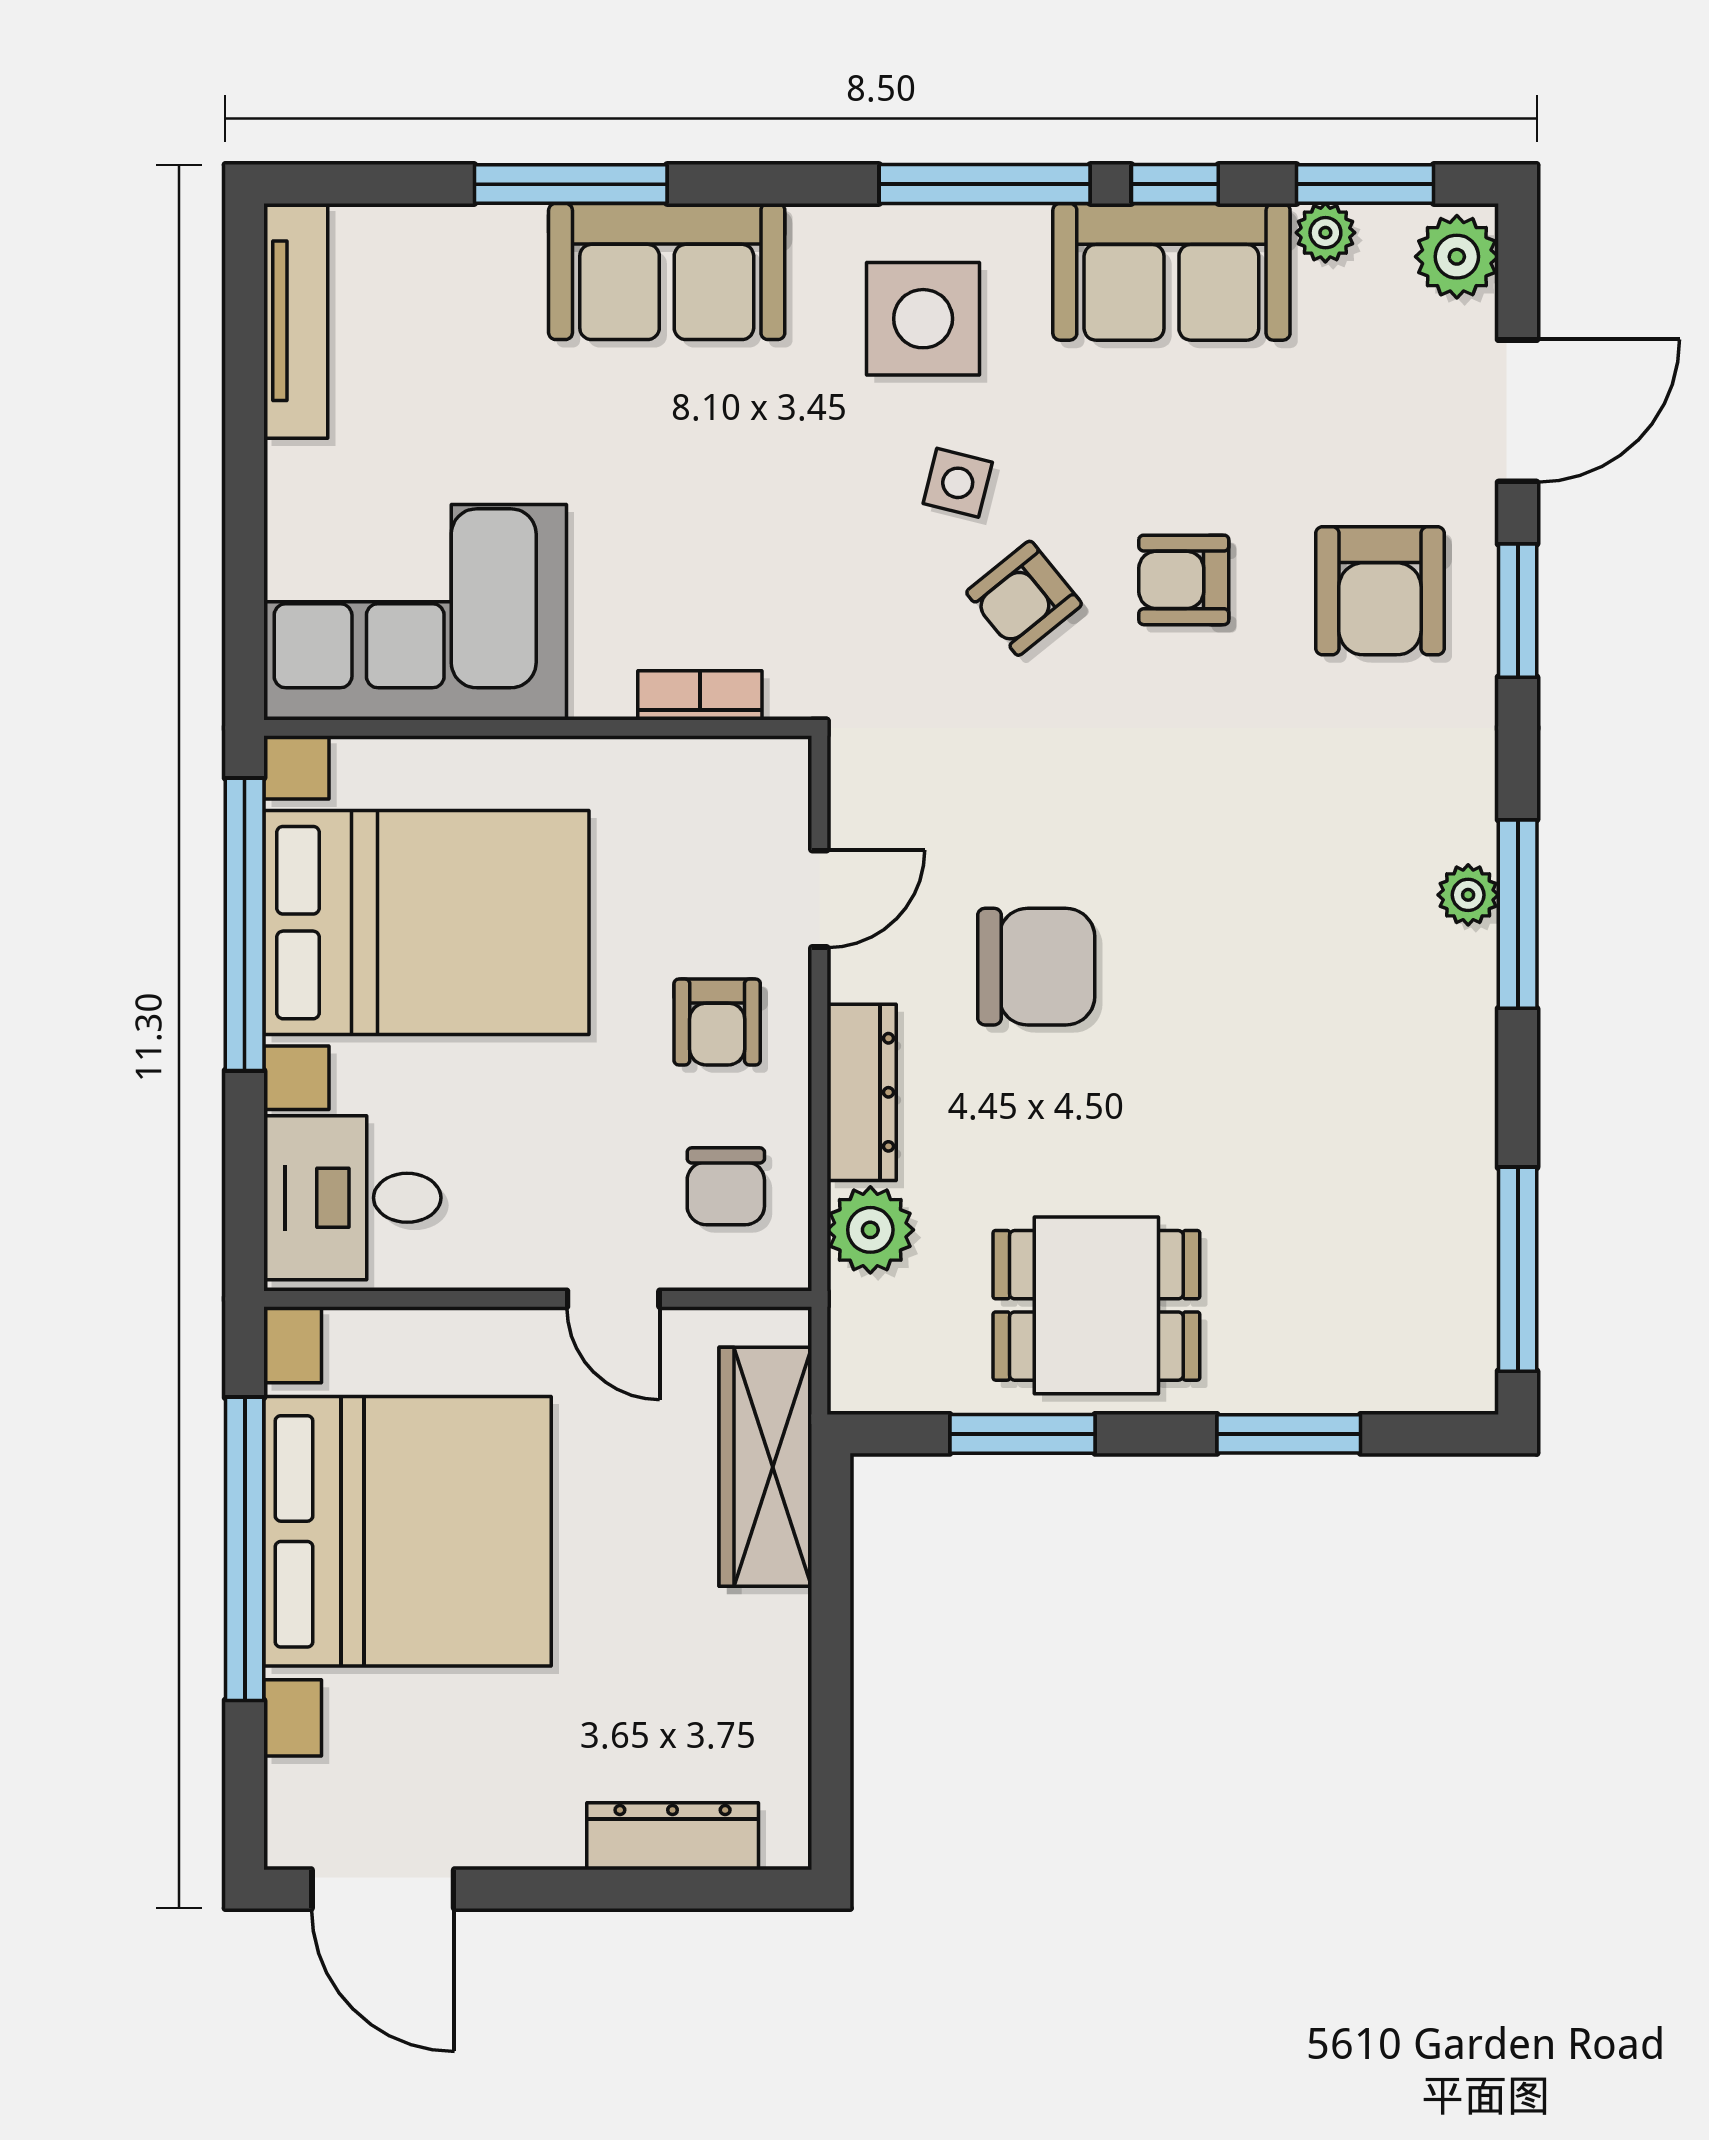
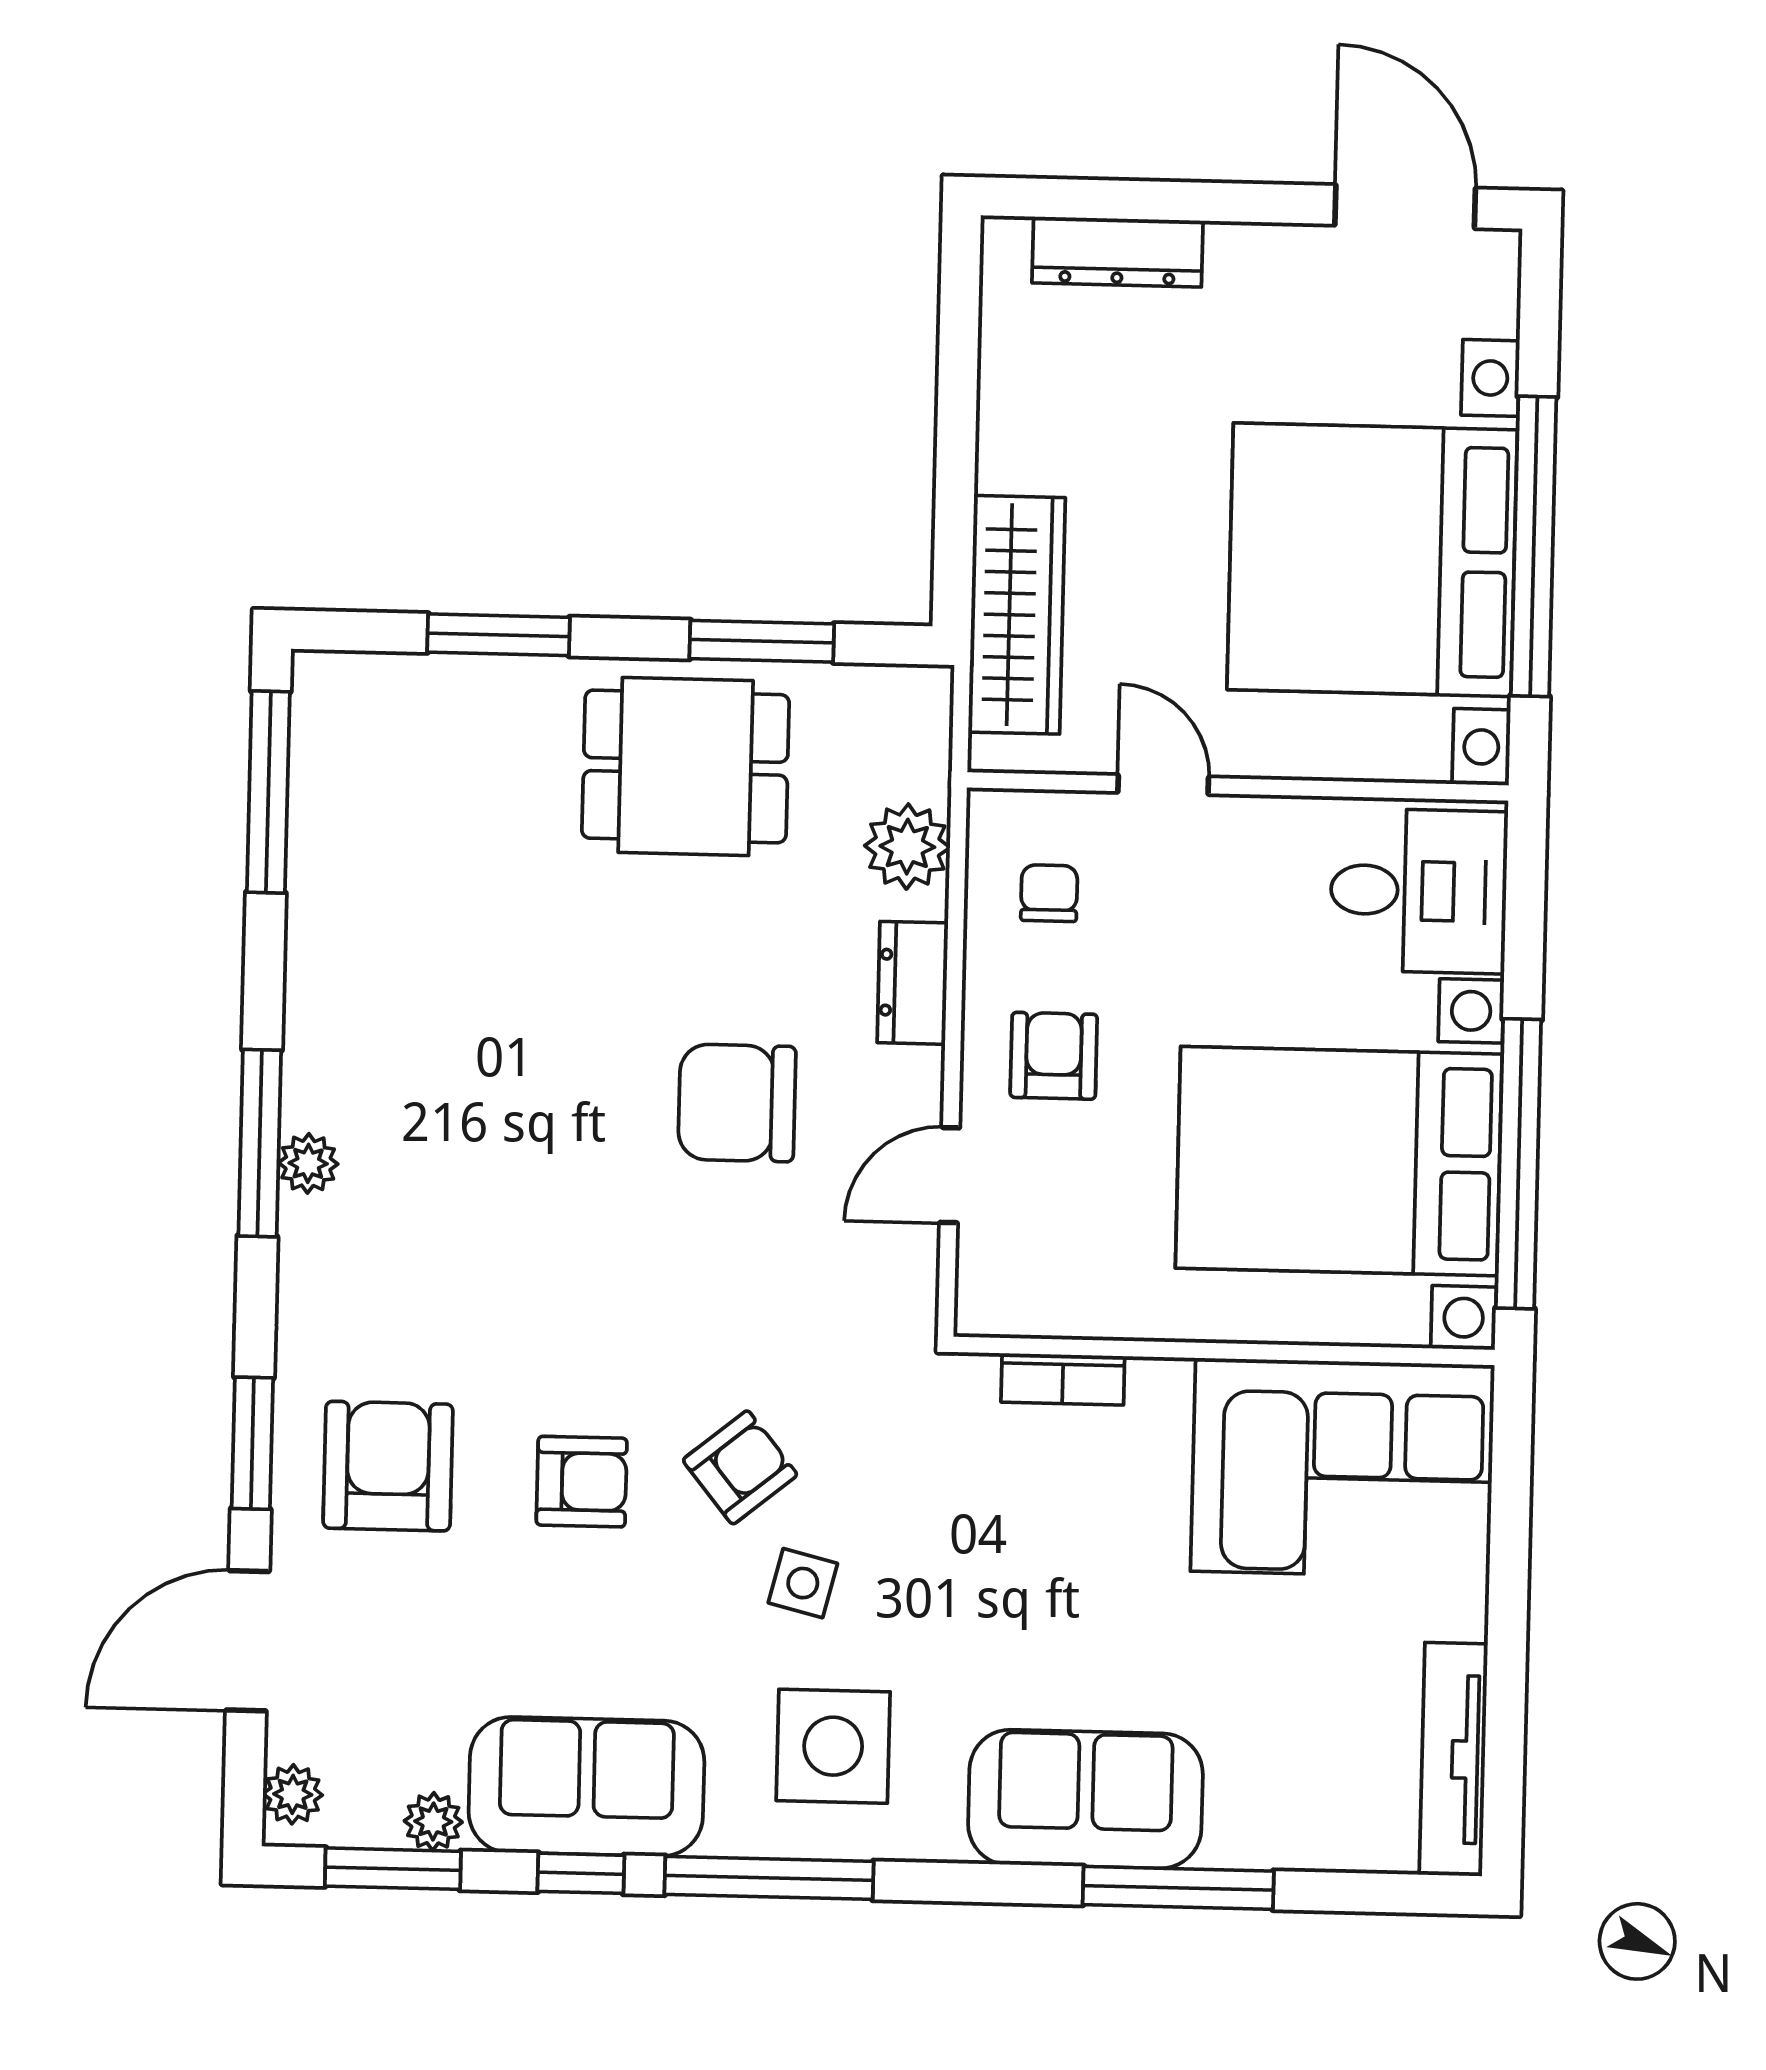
plant: (1457, 257) -> (293, 1794), width x0.73, depth x0.73
dresser: (862, 1092) -> (913, 983), width x0.70
chair: (726, 1186) -> (1049, 893), width x0.73, depth x0.73

